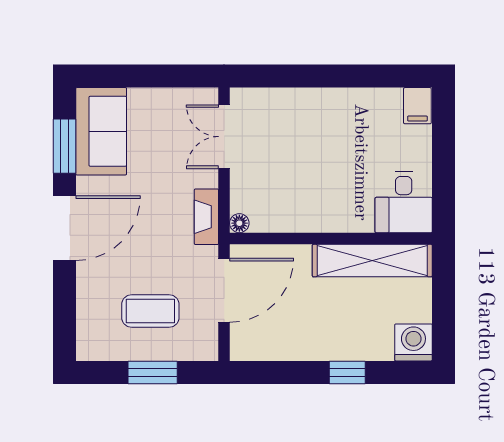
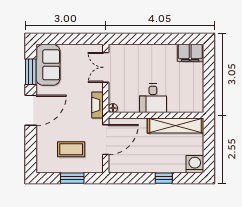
filing cabinet: (417, 106) -> (190, 53), width x2.00
desk: (404, 202) -> (153, 98), moved

